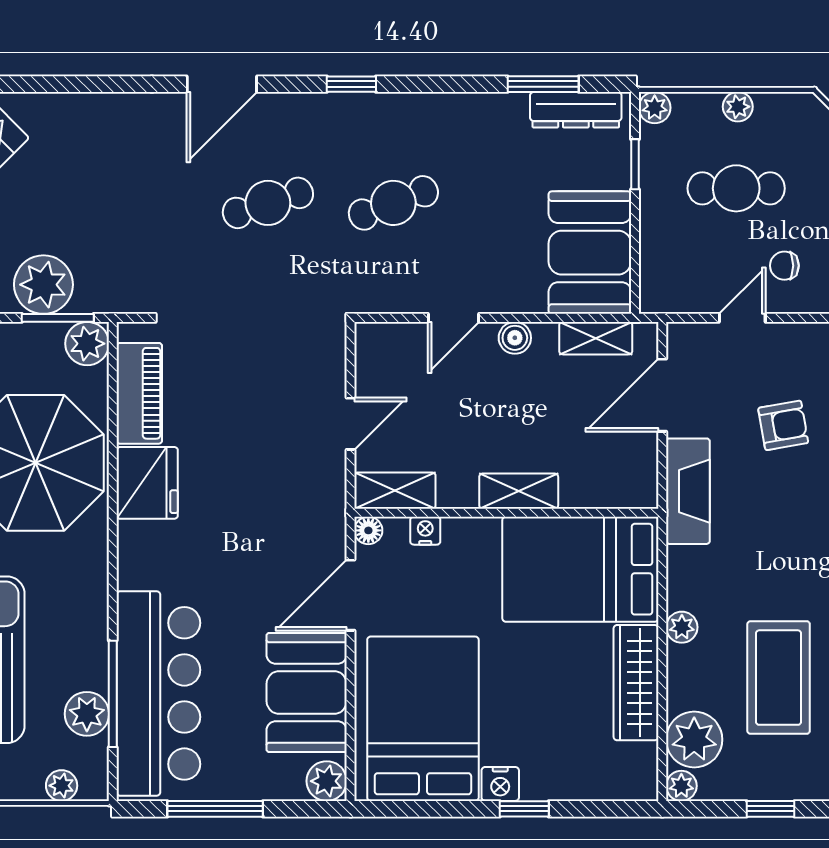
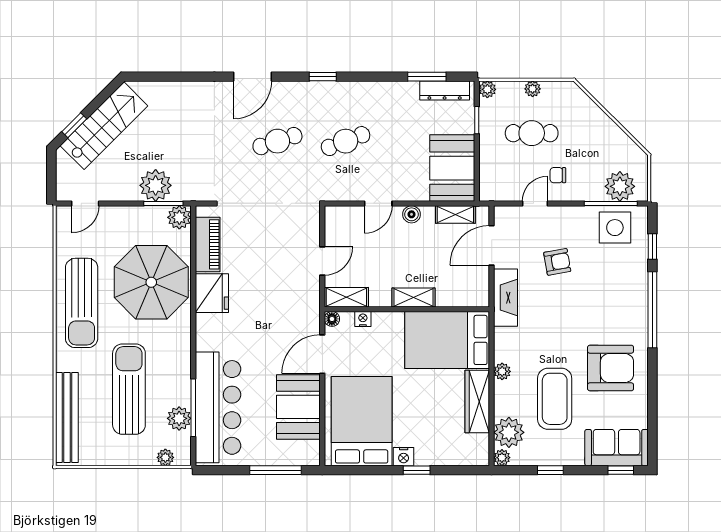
plant: (327, 781) -> (309, 455), removed
window: (215, 809) -> (275, 470), moved

